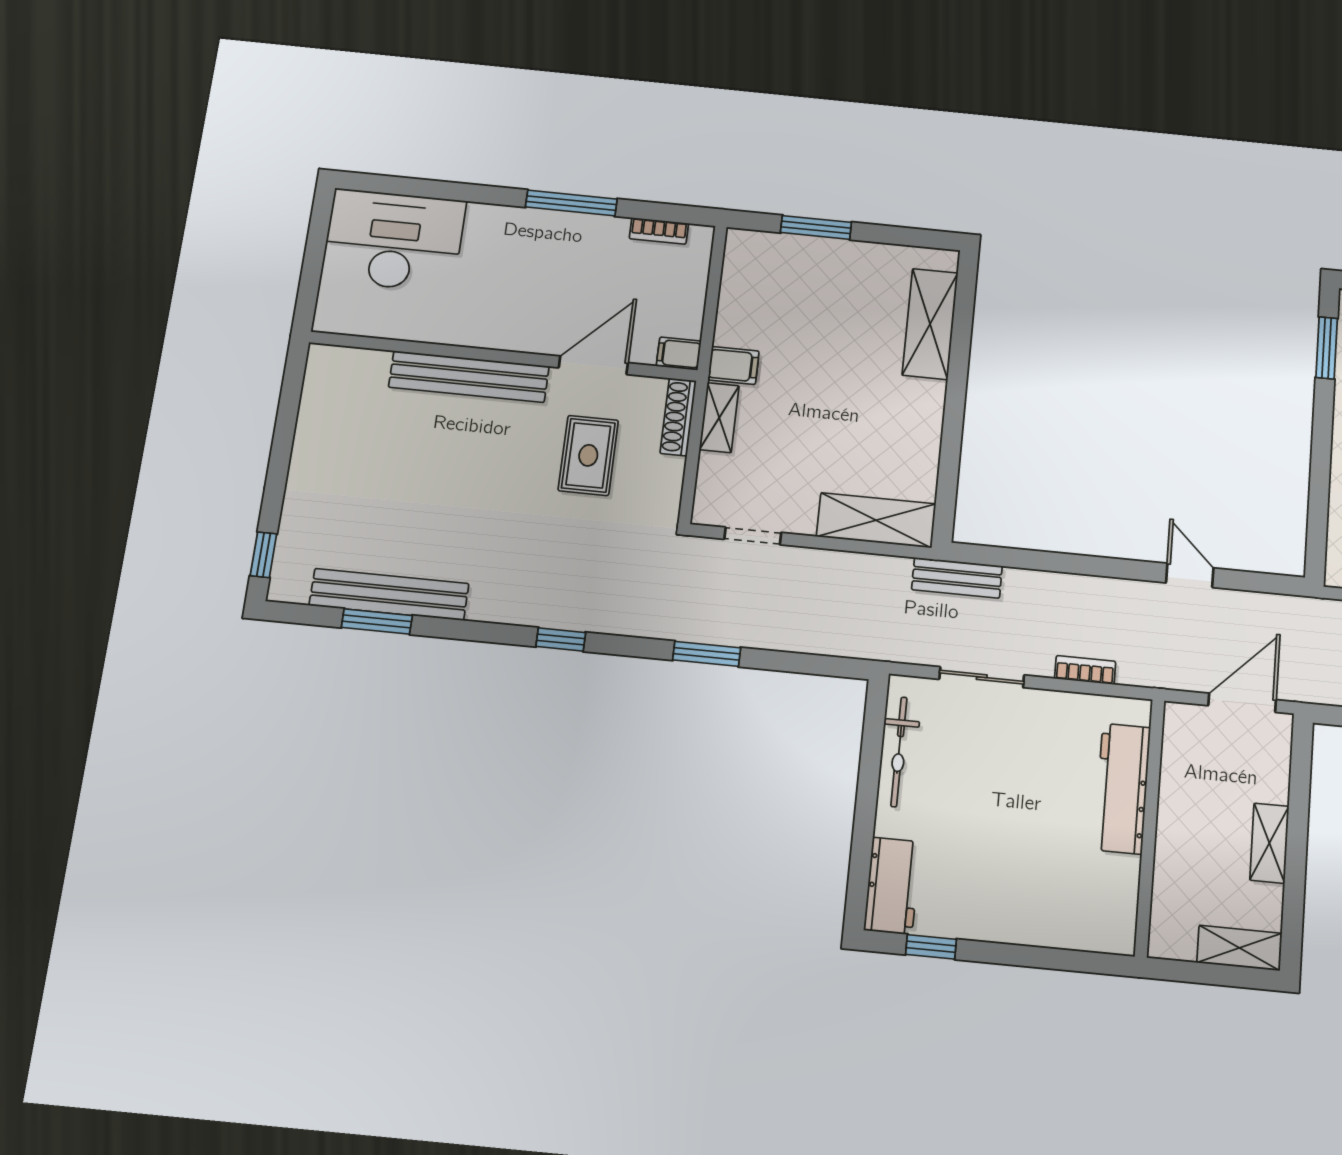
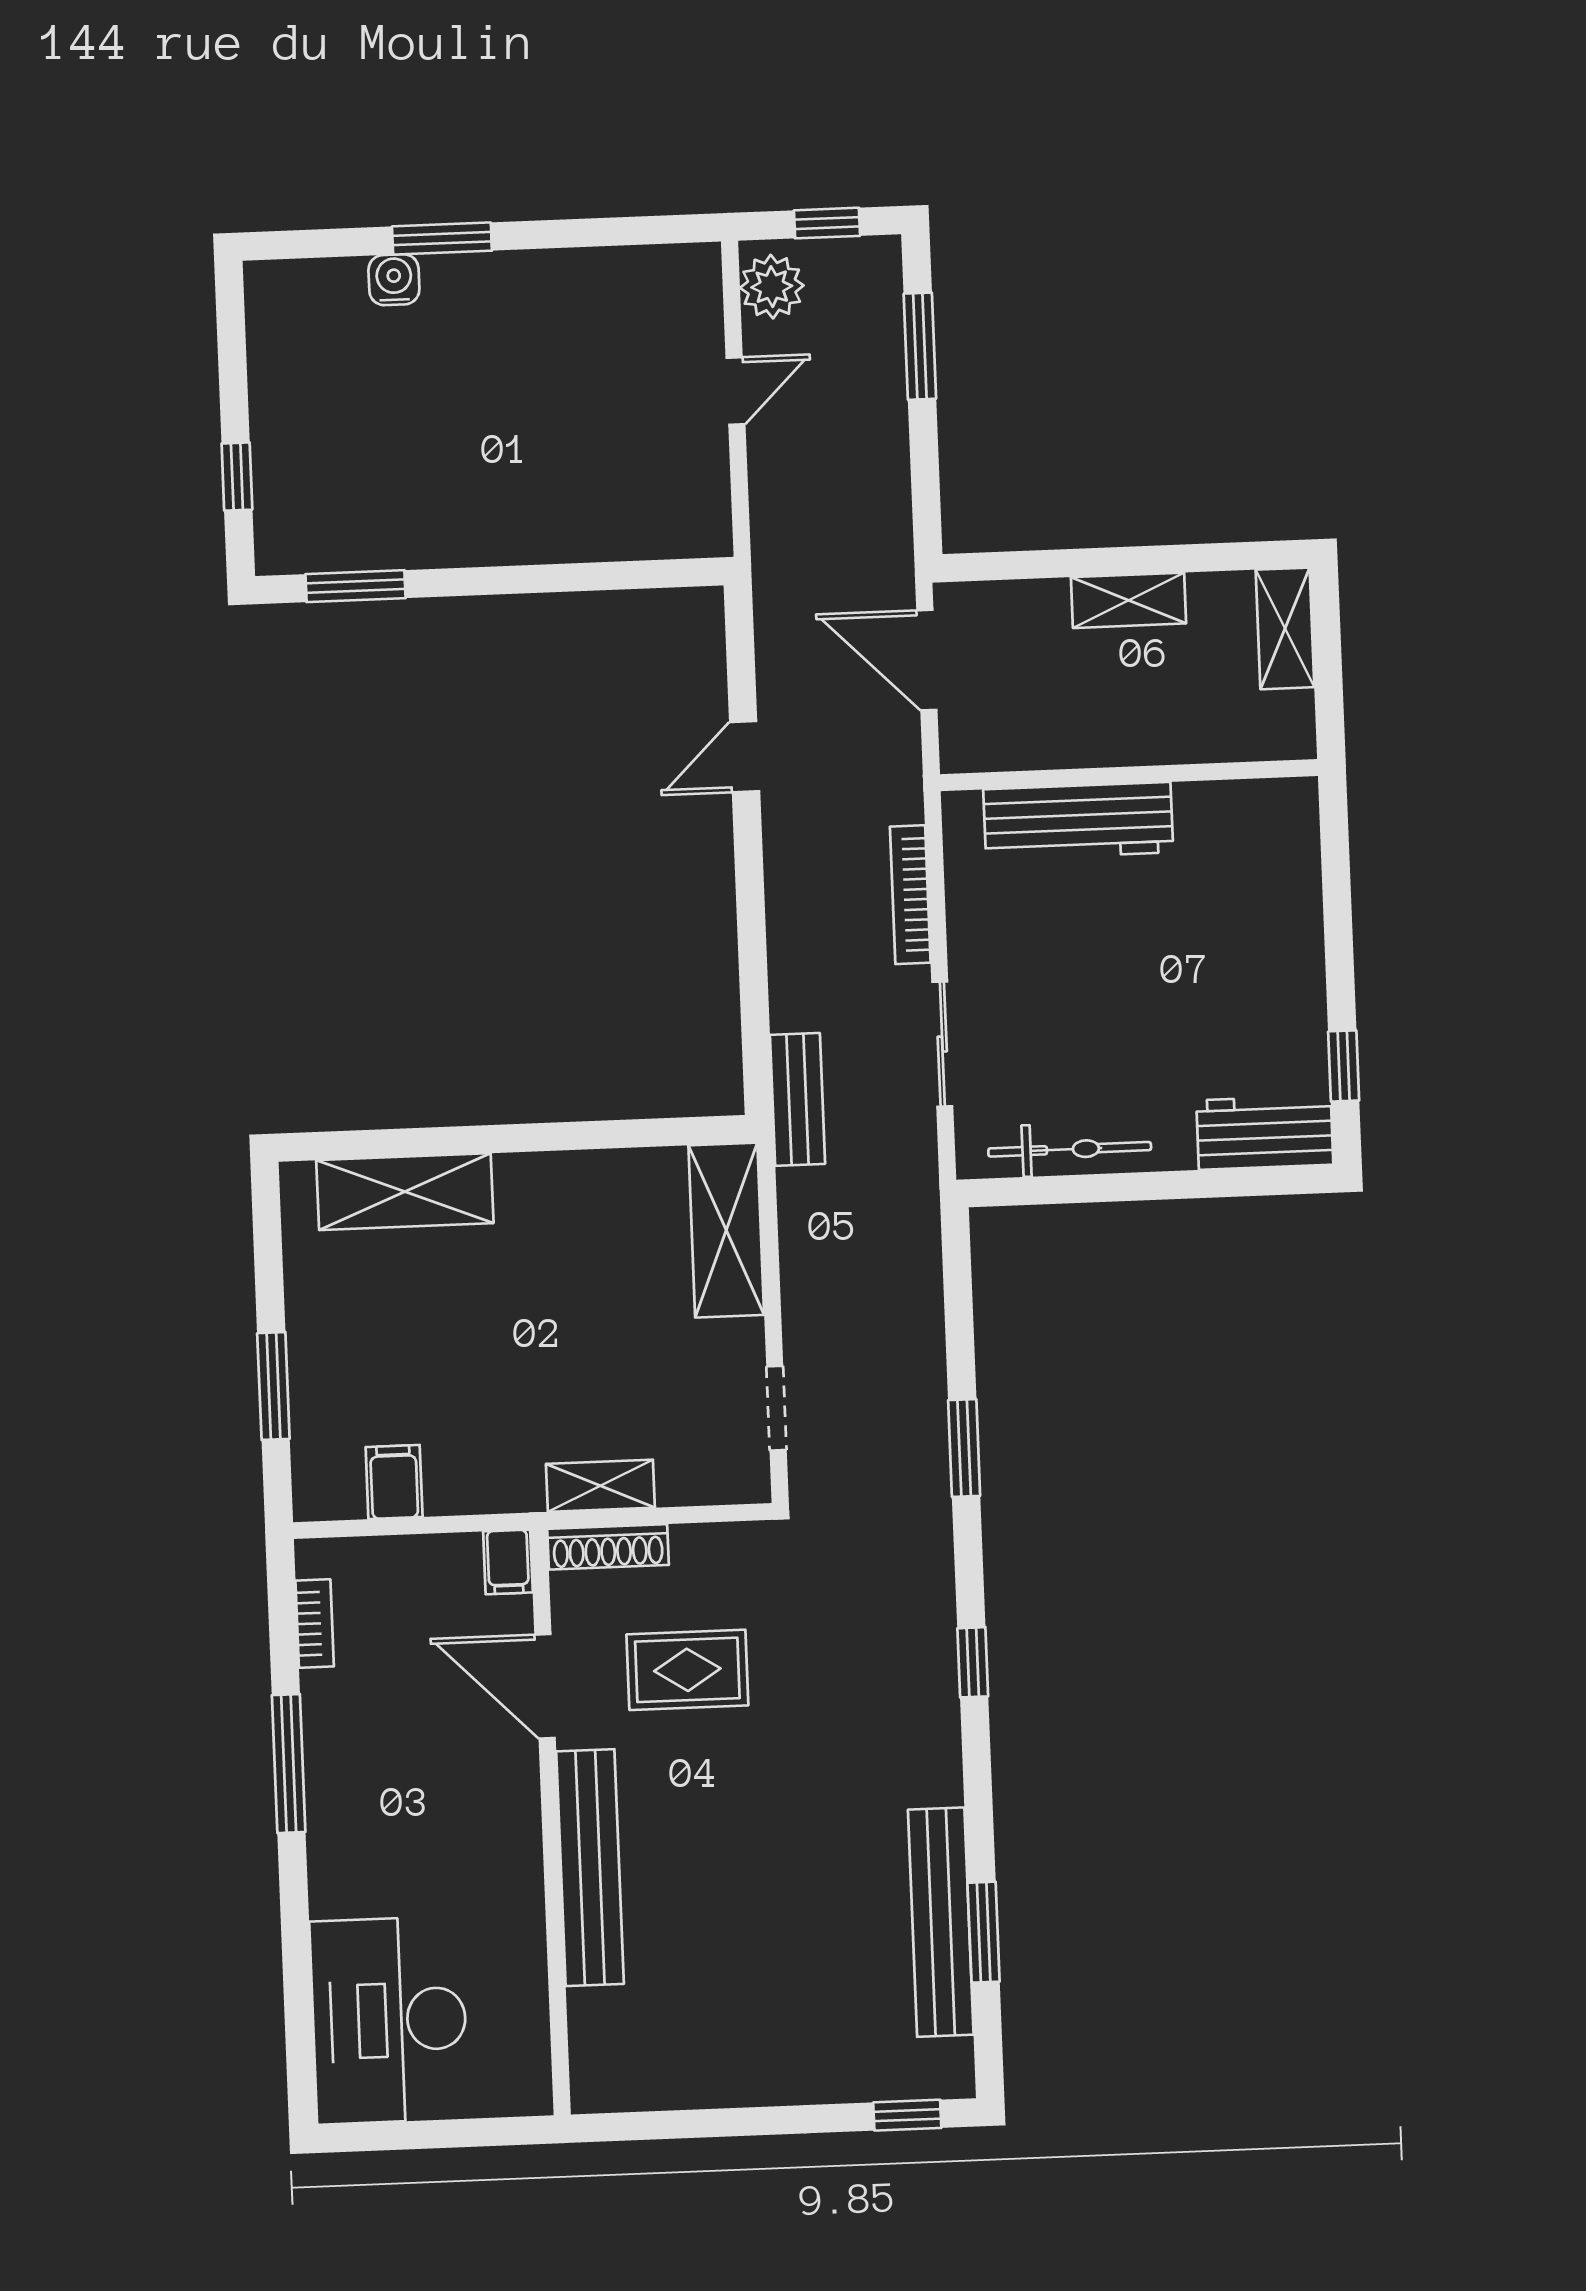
filing cabinet: (734, 366) -> (394, 1482), moved
bookcase: (1085, 670) -> (910, 895), width x1.56

